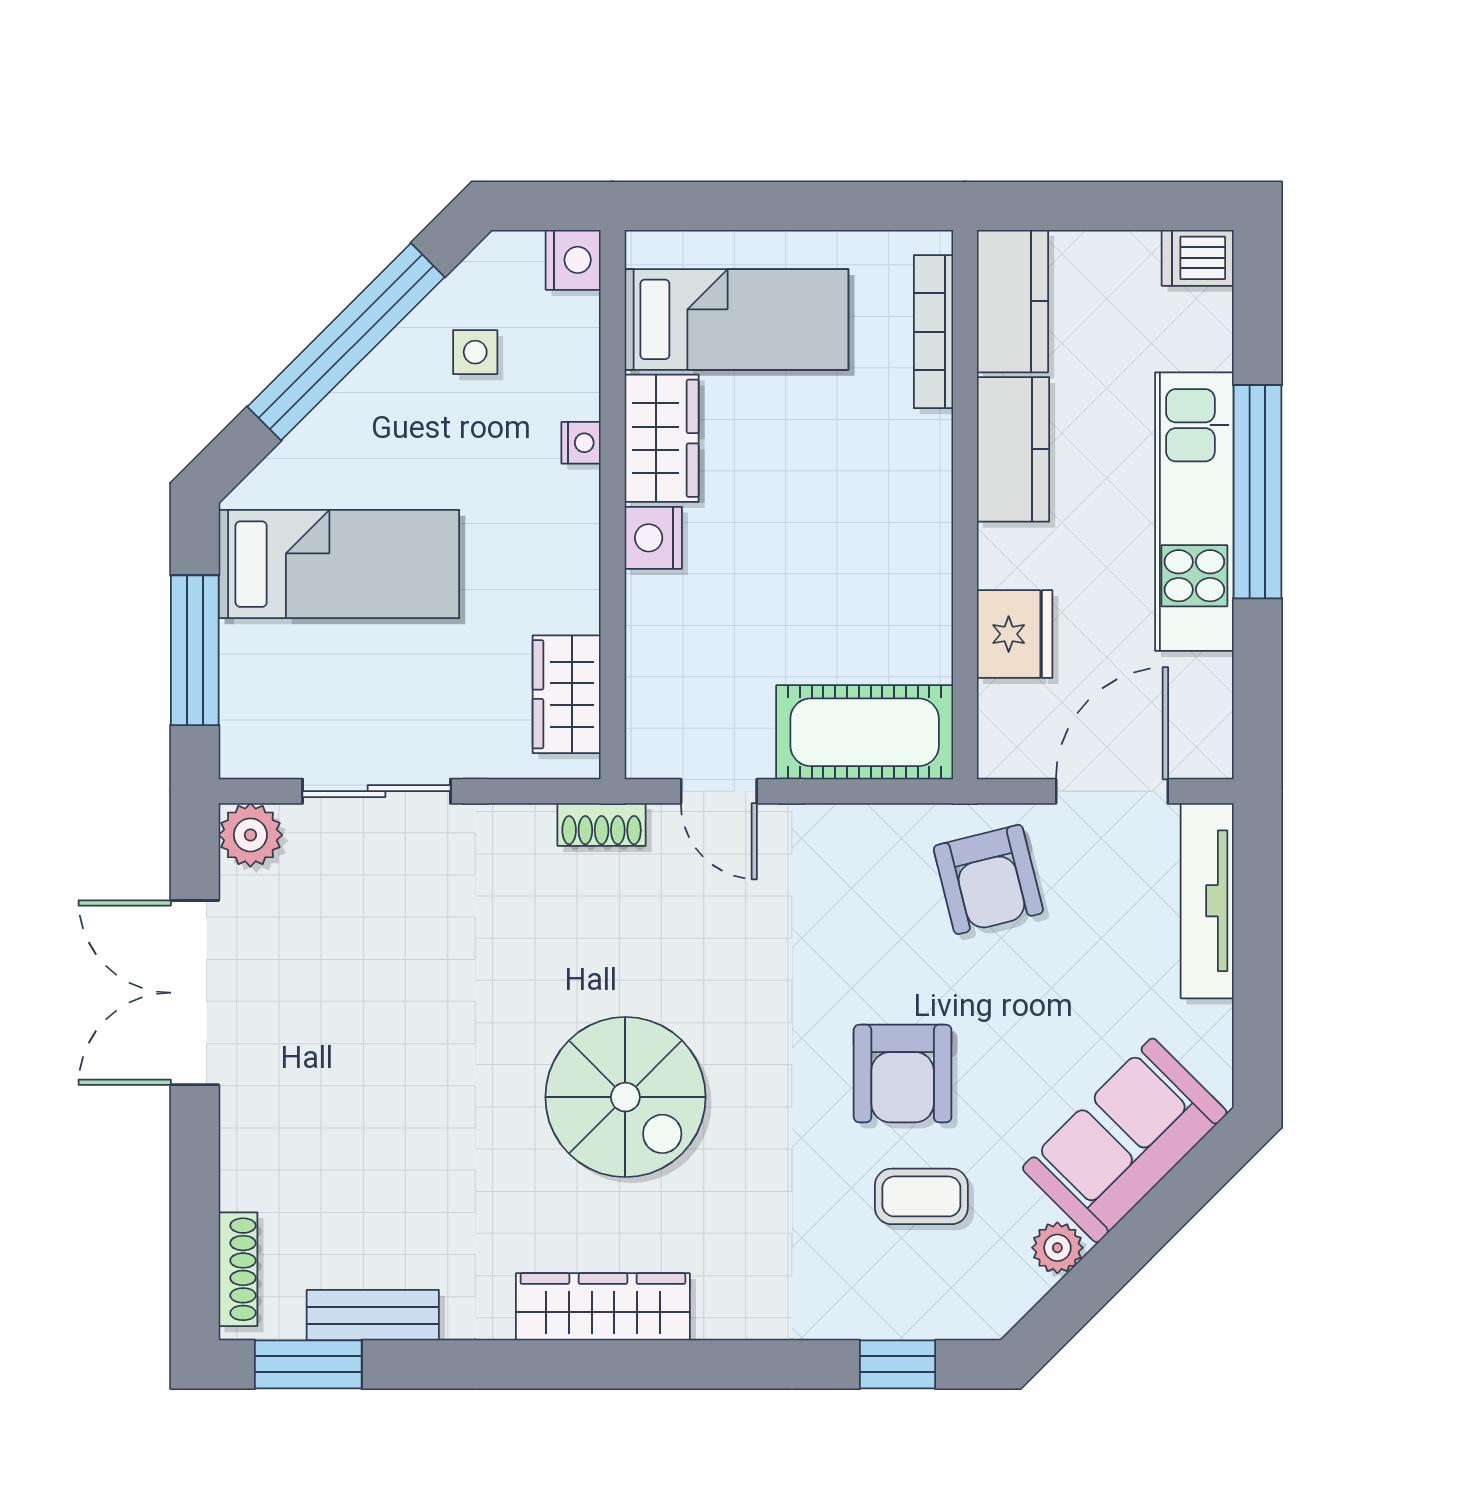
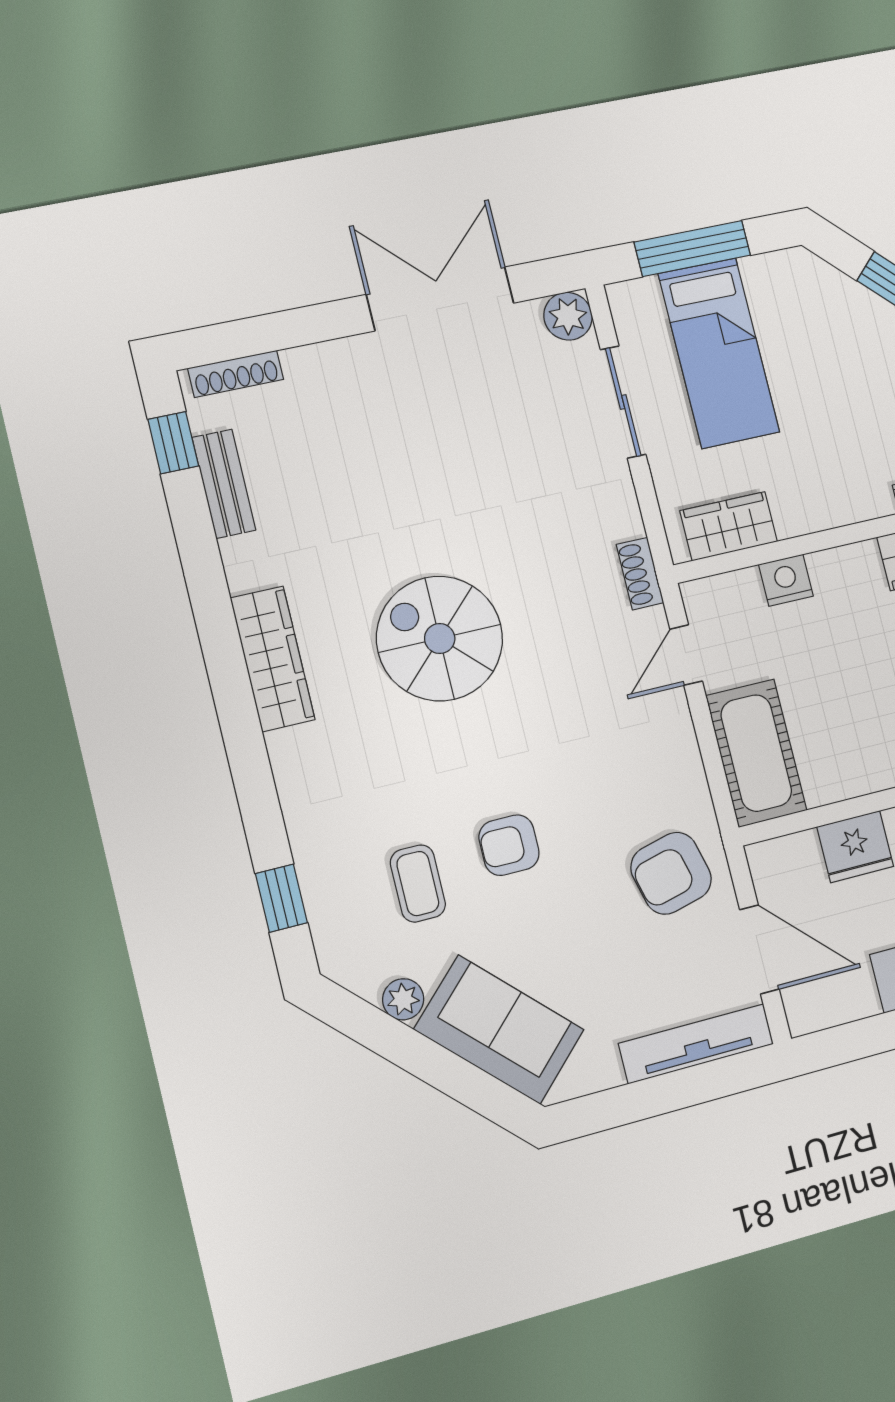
nightstand: (653, 538) -> (786, 580), moved
bed: (339, 564) -> (719, 353), moved
armchair: (903, 1073) -> (509, 845), width x0.72, depth x0.72
spiral stairs: (625, 1097) -> (440, 638), turned 90
window: (308, 1364) -> (173, 443), width x0.67

